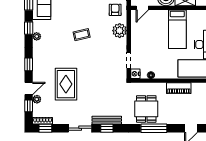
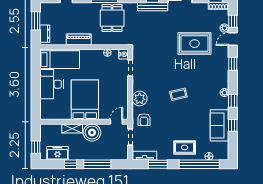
bed: (177, 29) -> (85, 100), width x1.50
rug: (66, 84) -> (195, 44), turned 90

